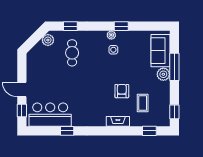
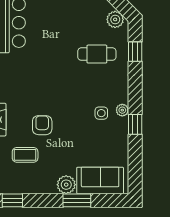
window: (174, 67) -> (77, 200), width x0.69
armchair: (122, 91) -> (42, 125), turned -90

